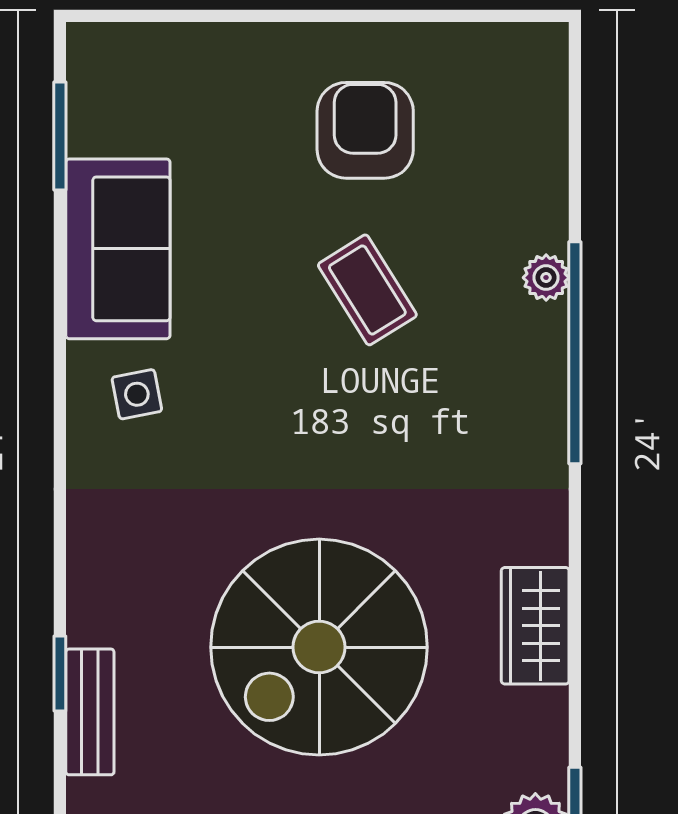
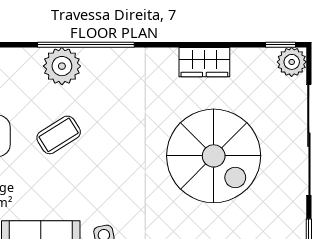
plant: (546, 278) -> (62, 66), width x1.87, depth x1.87

